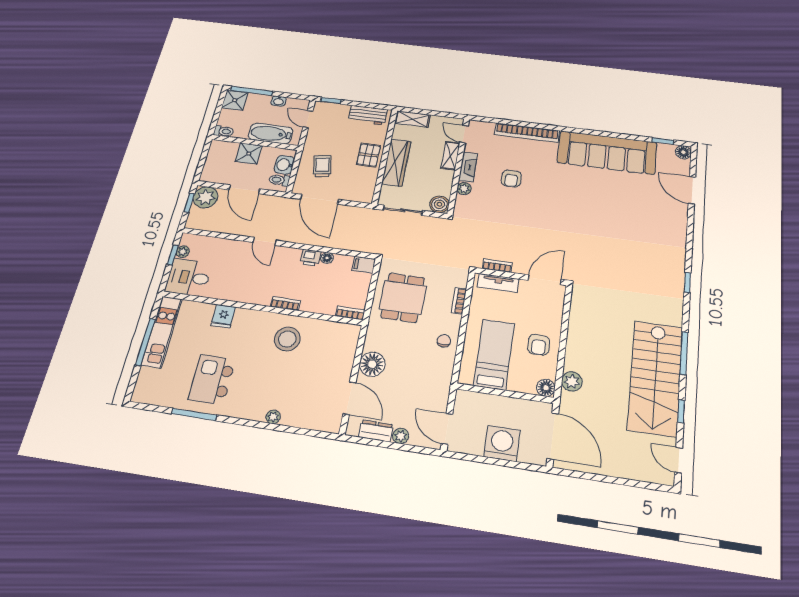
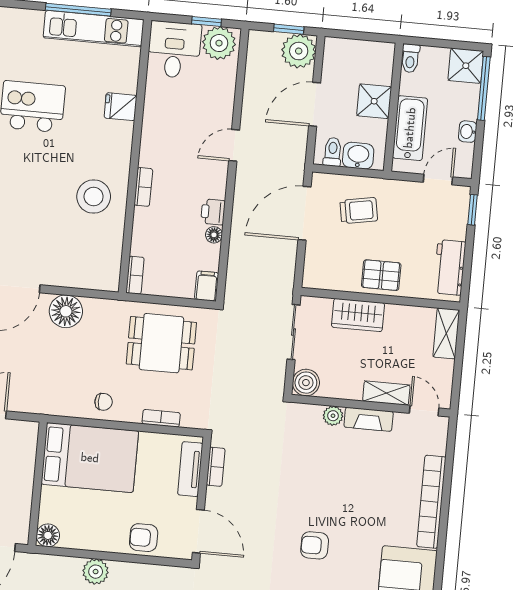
door: (464, 134) -> (424, 411), hinge flipped
wardrobe: (396, 163) -> (358, 315), width x0.67
armchair: (511, 179) -> (315, 545), moved
plant: (183, 252) -> (219, 43), width x1.88, depth x1.88
armchair: (539, 345) -> (144, 538), moved
bed: (494, 354) -> (90, 458), width x1.50
plant: (572, 382) -> (96, 572), moved

